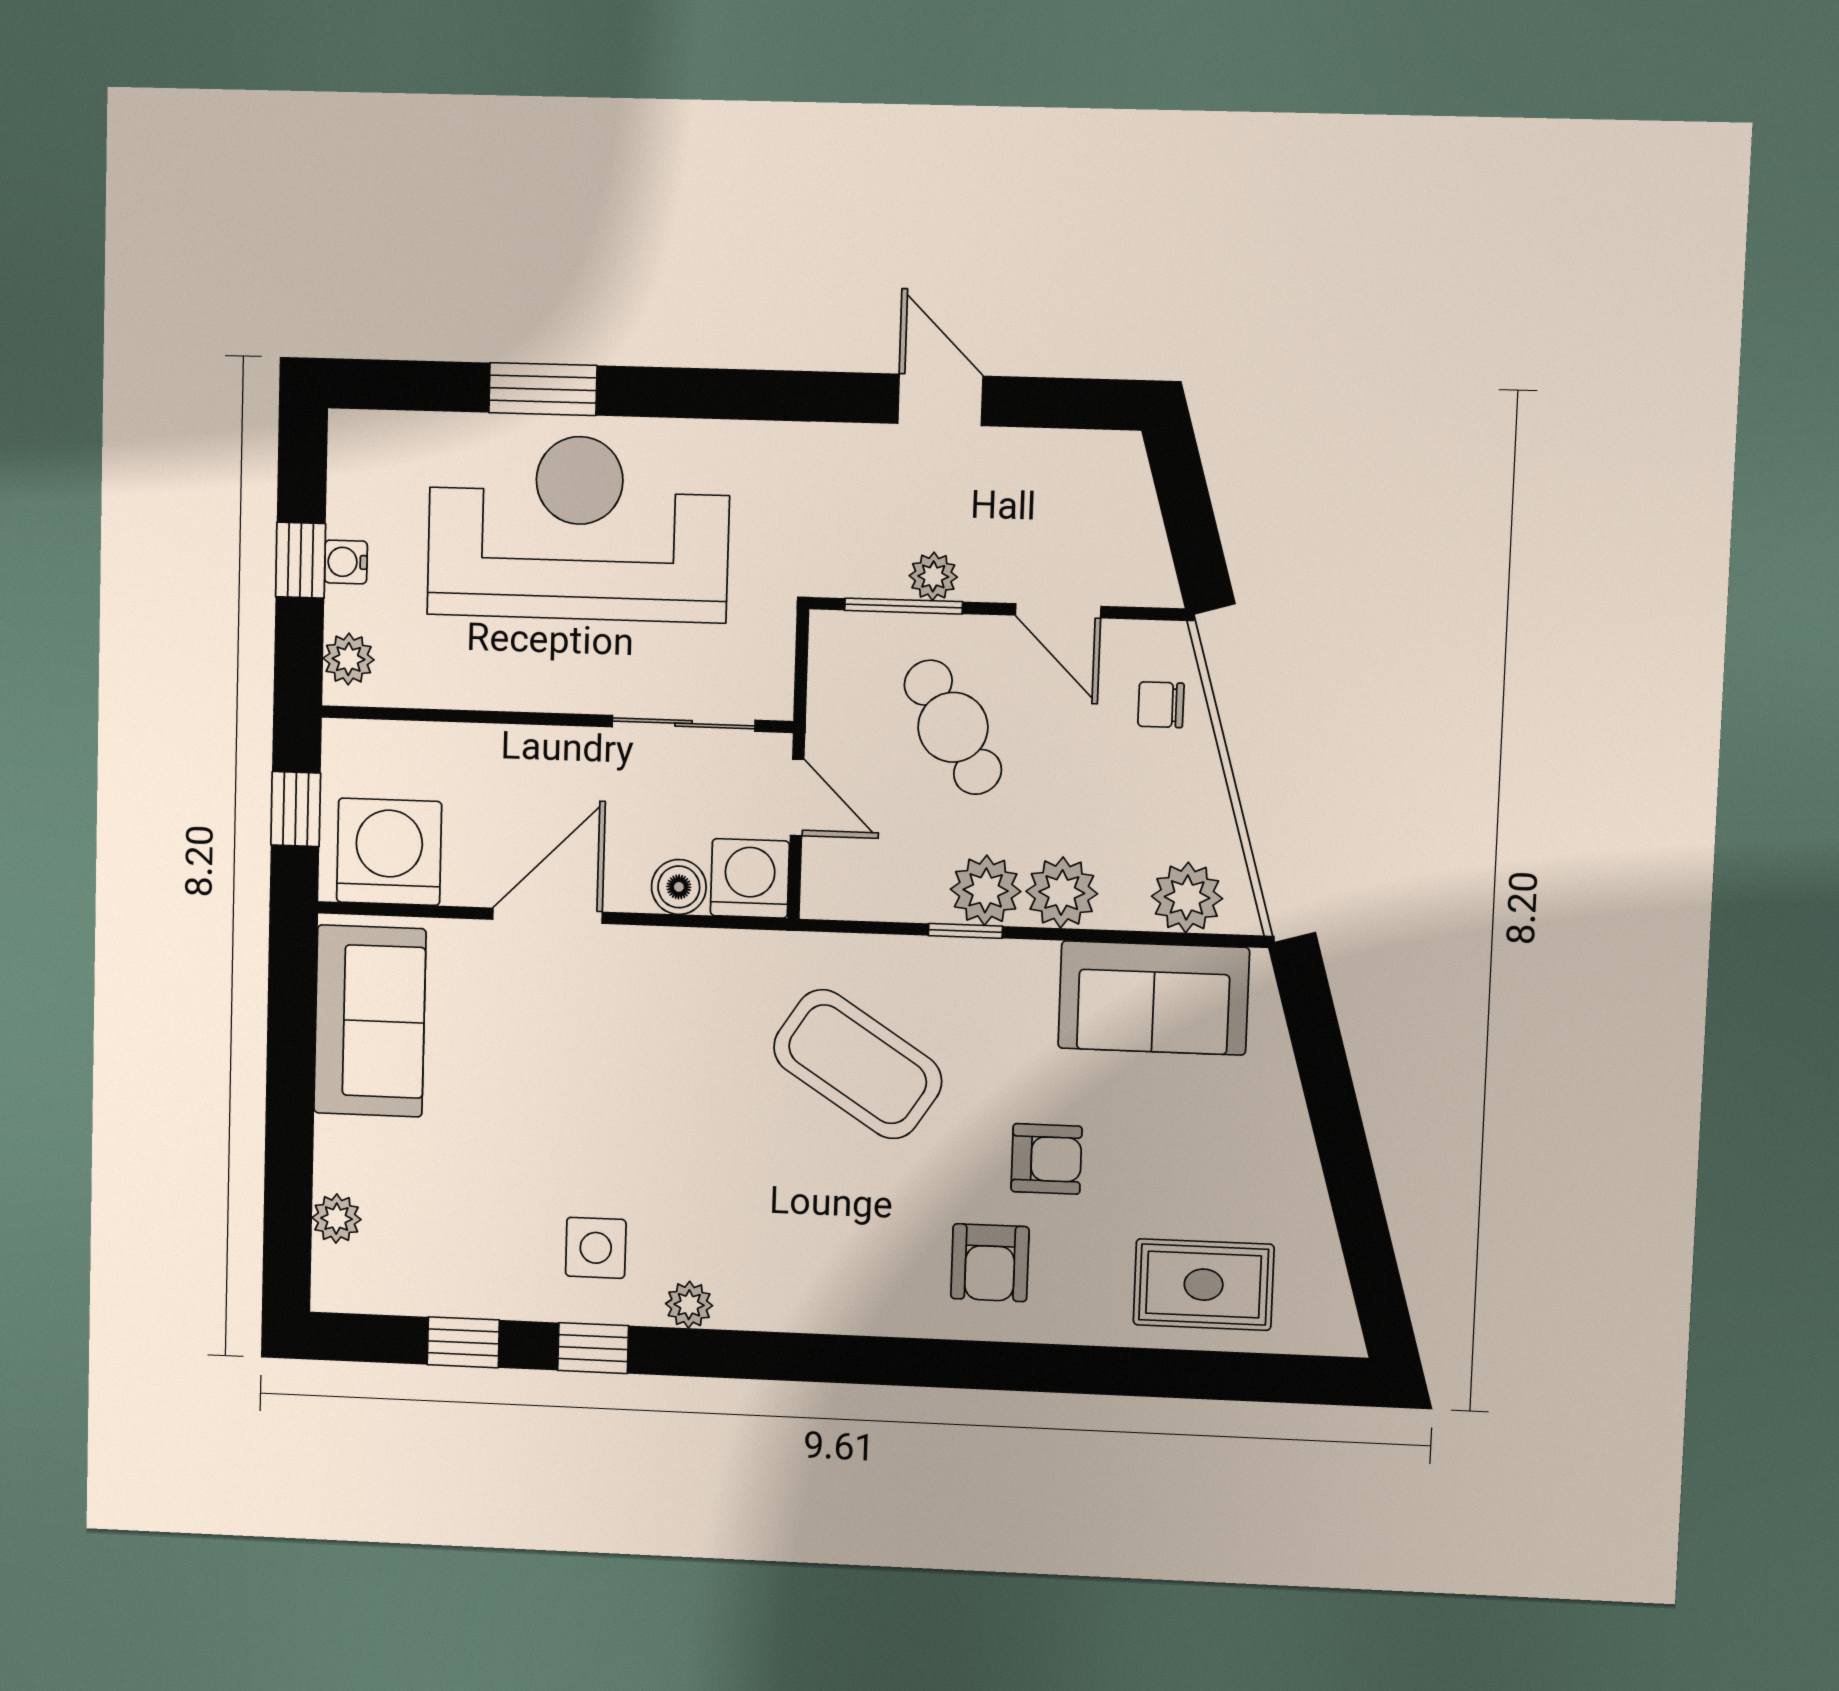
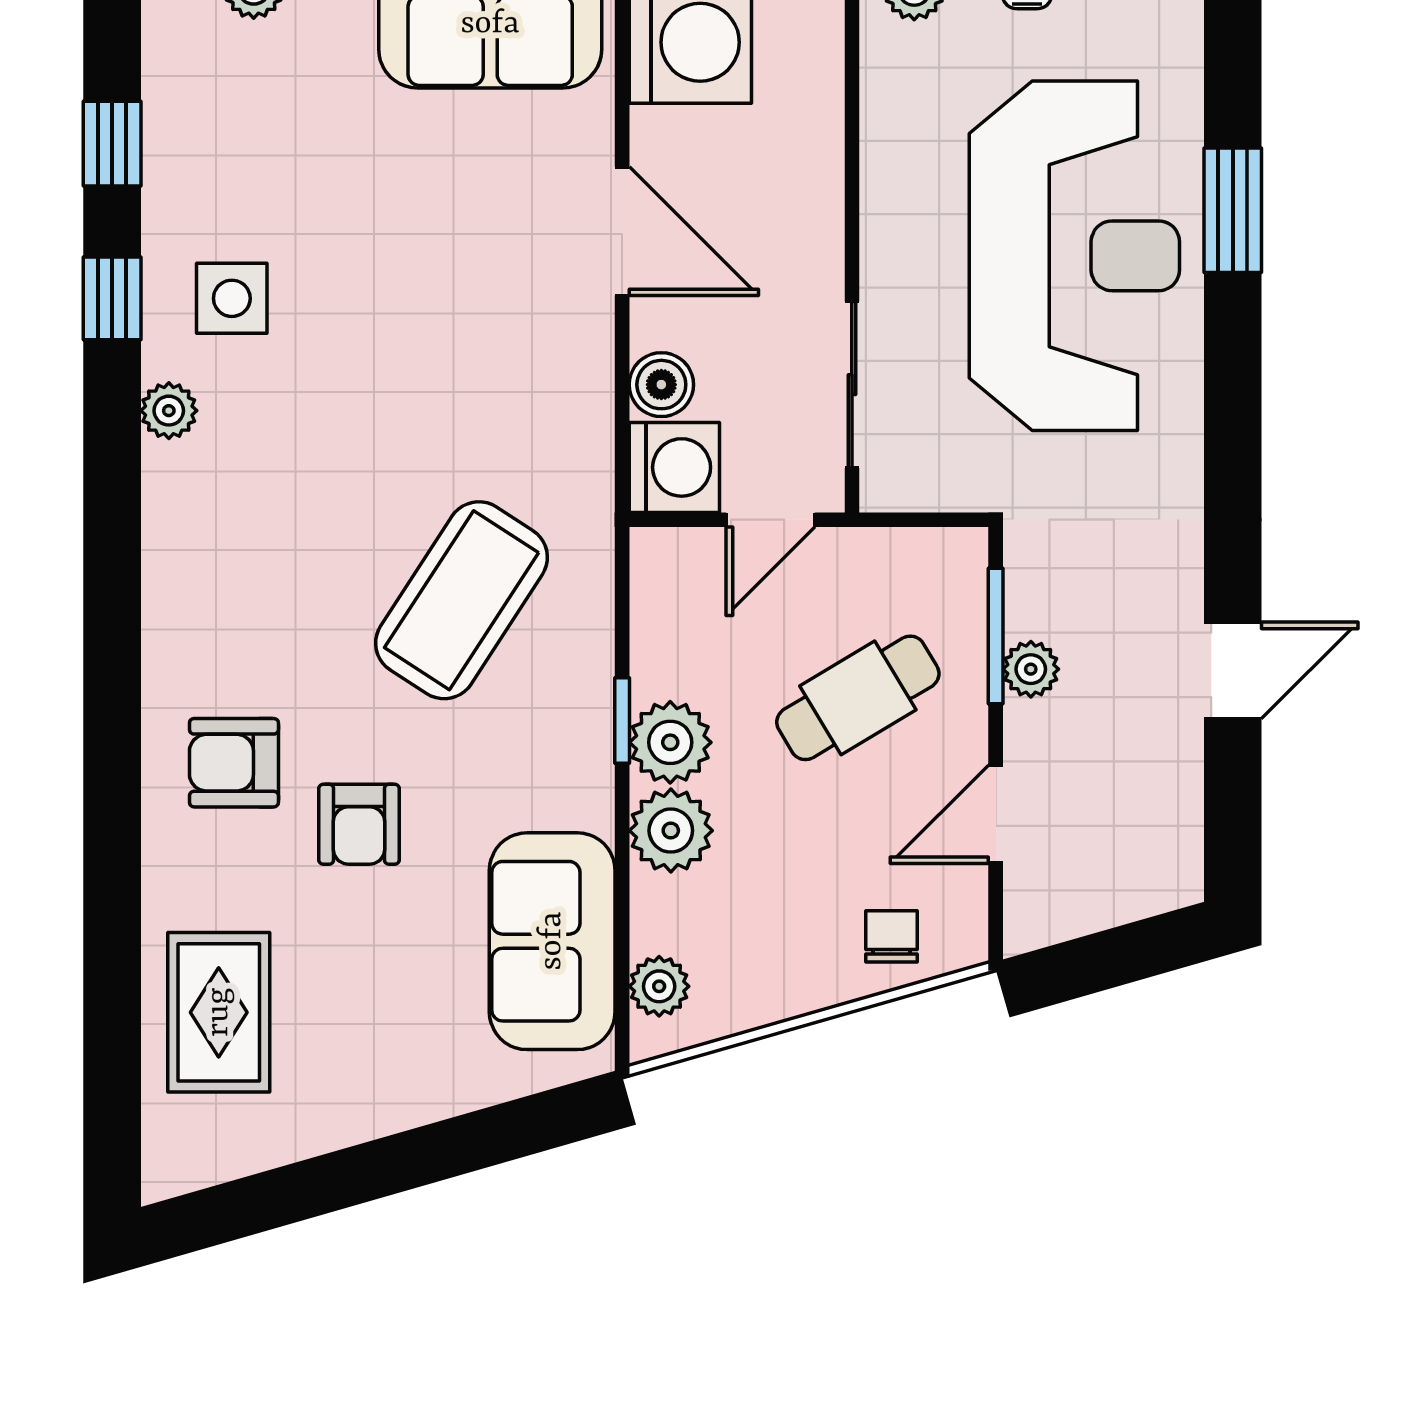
plant: (1187, 897) -> (659, 986), width x0.73, depth x0.73

